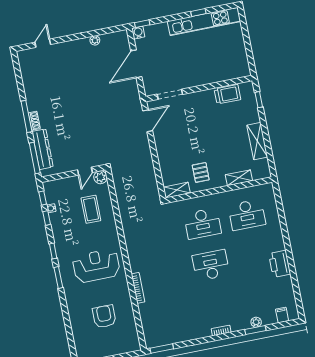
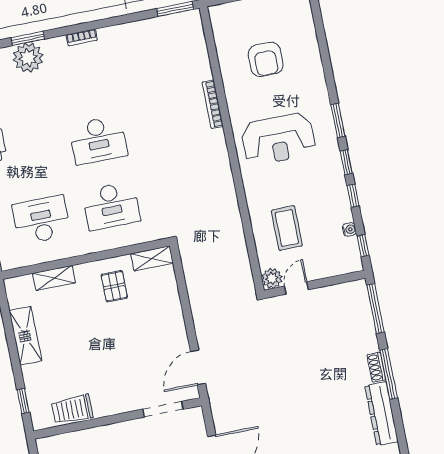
dresser: (43, 149) -> (381, 414), moved
window: (47, 218) -> (353, 196), moved
desk: (203, 224) -> (111, 206), turned 180
plant: (256, 322) -> (28, 58), width x1.87, depth x1.87

